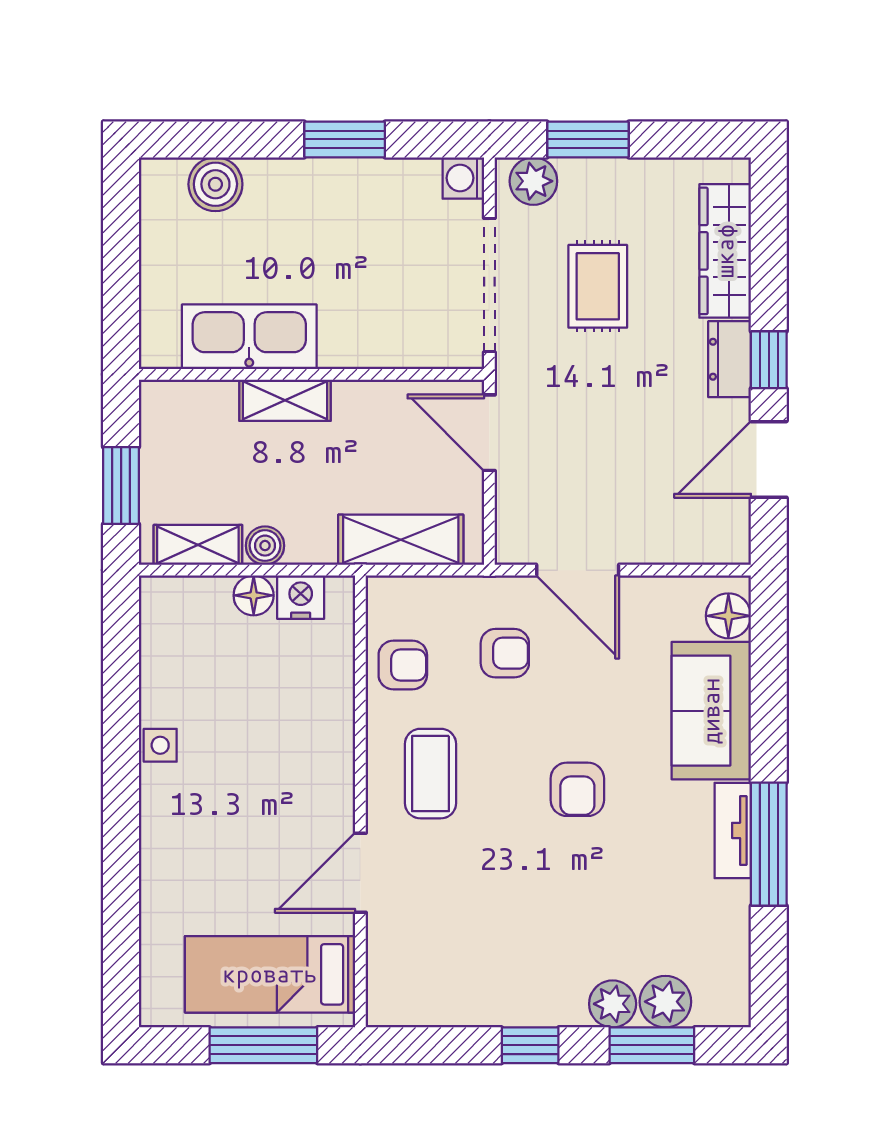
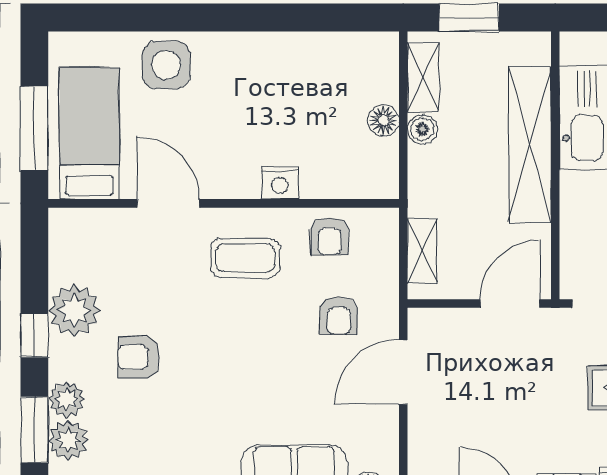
shelving: (285, 400) -> (530, 145), width x2.20, depth x1.33
shelving: (401, 540) -> (422, 251), width x0.67, depth x0.75
nightstand: (301, 597) -> (280, 182), moved, turned 90
side table: (160, 745) -> (166, 65), moved, width x1.87, depth x1.87
armchair: (577, 789) -> (139, 357), moved
plant: (498, 994) -> (74, 310), added

